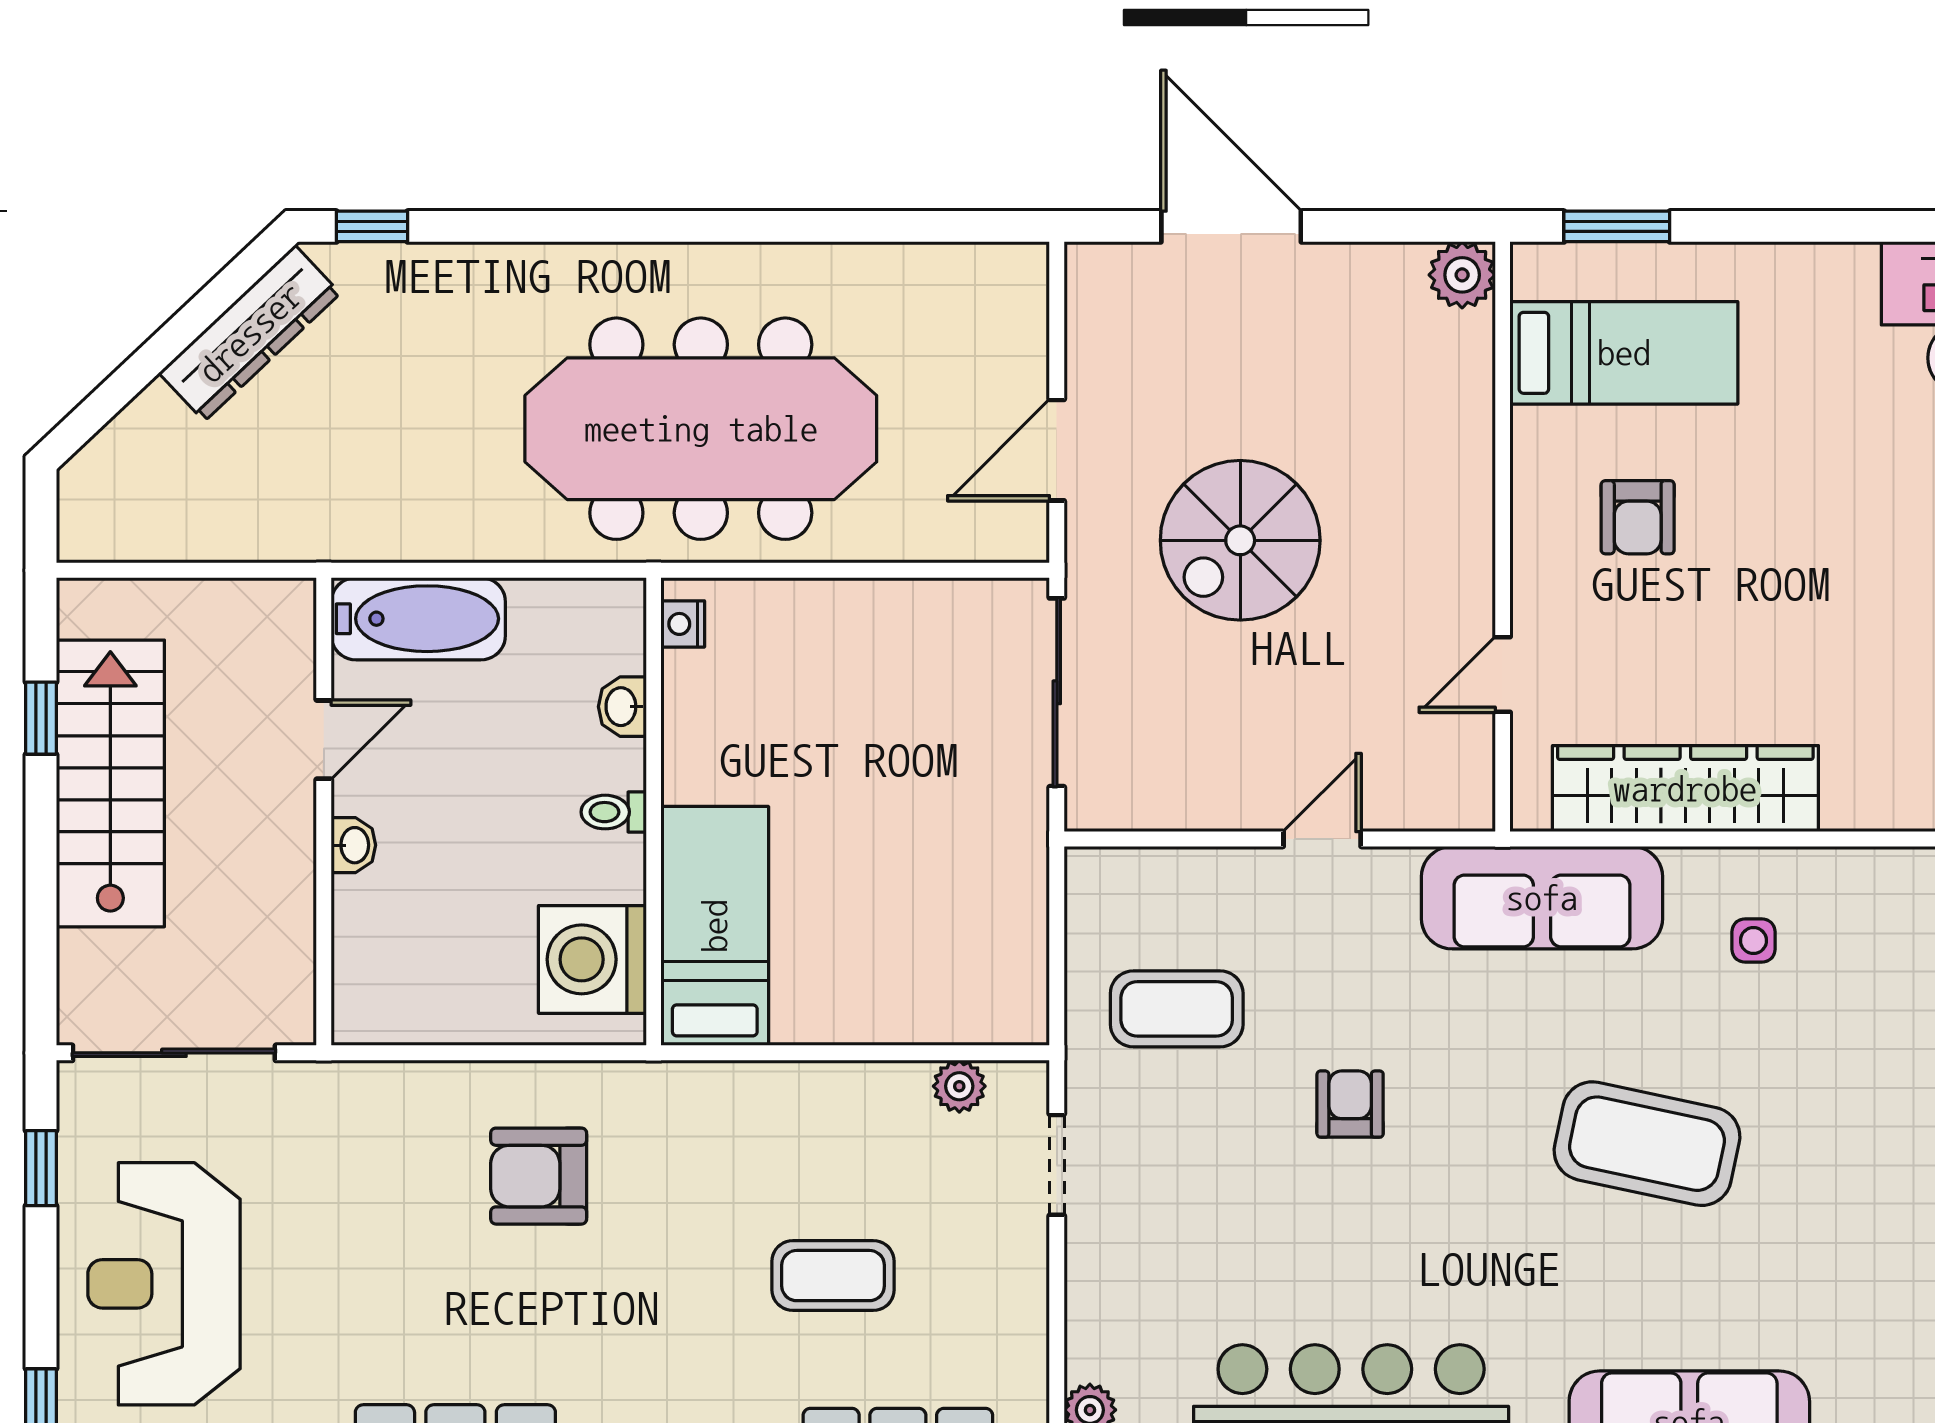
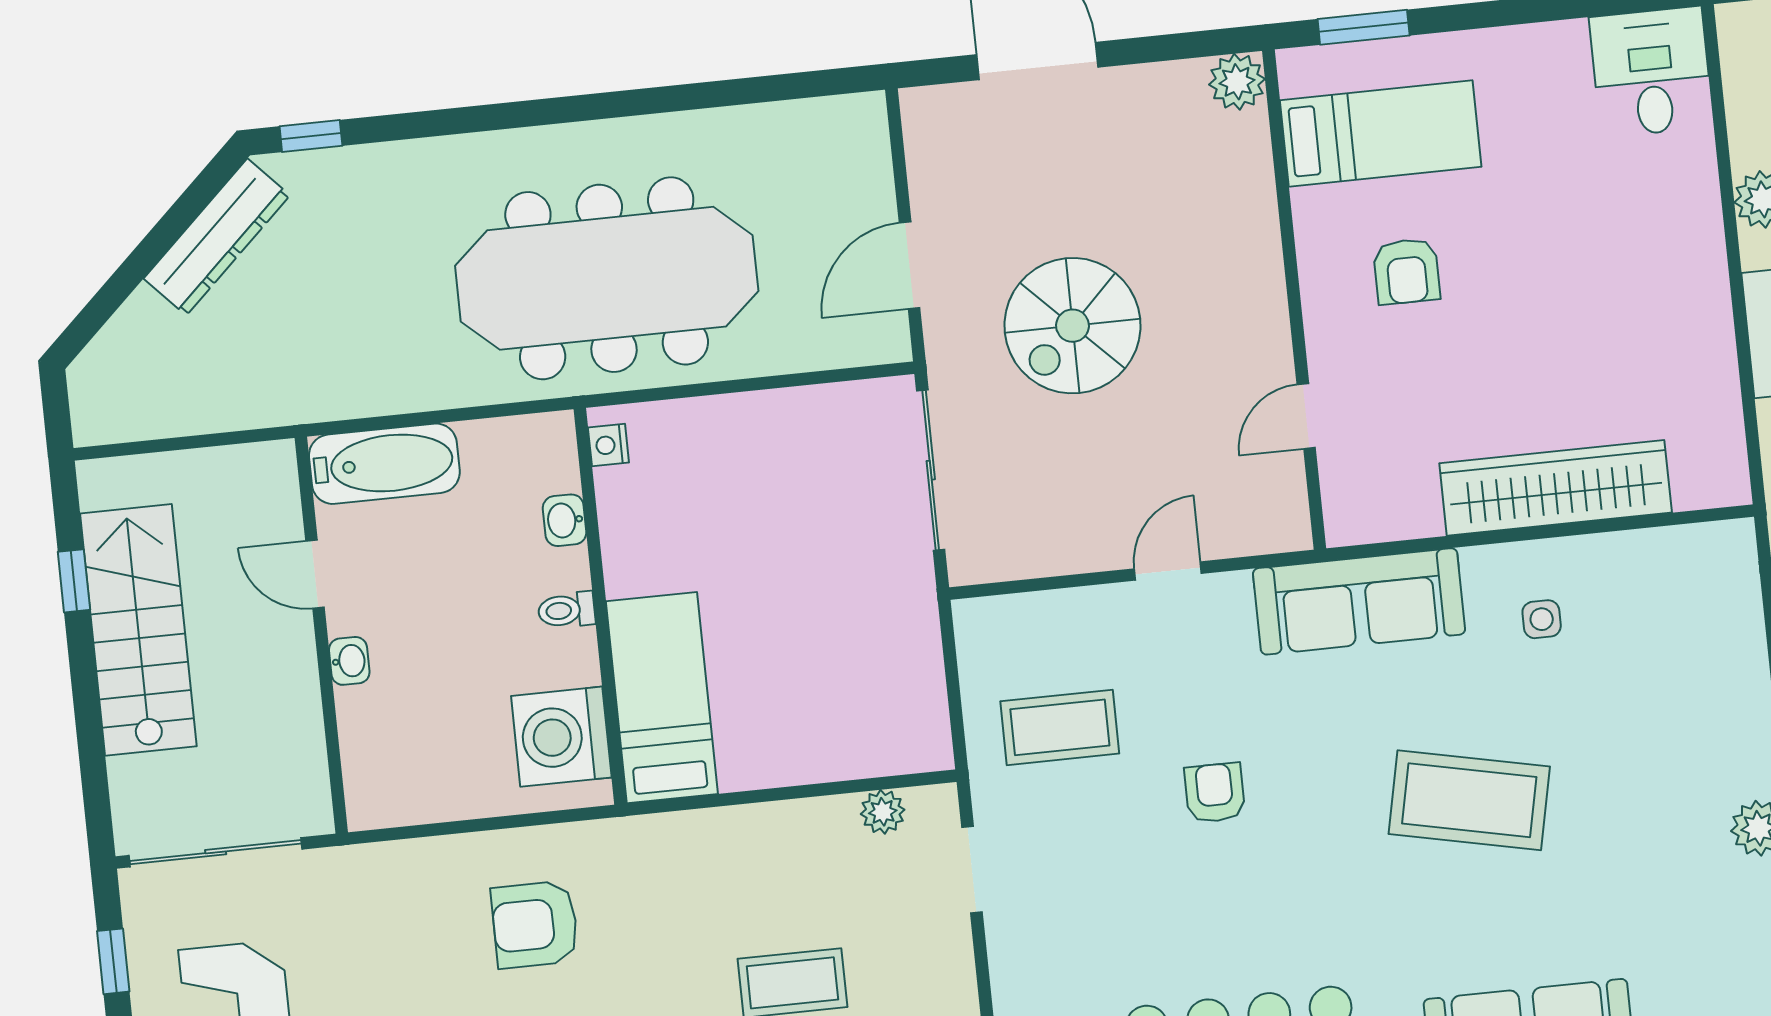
door: (324, 740) -> (315, 574), swing flipped
wardrobe: (1685, 789) -> (1556, 488), moved

